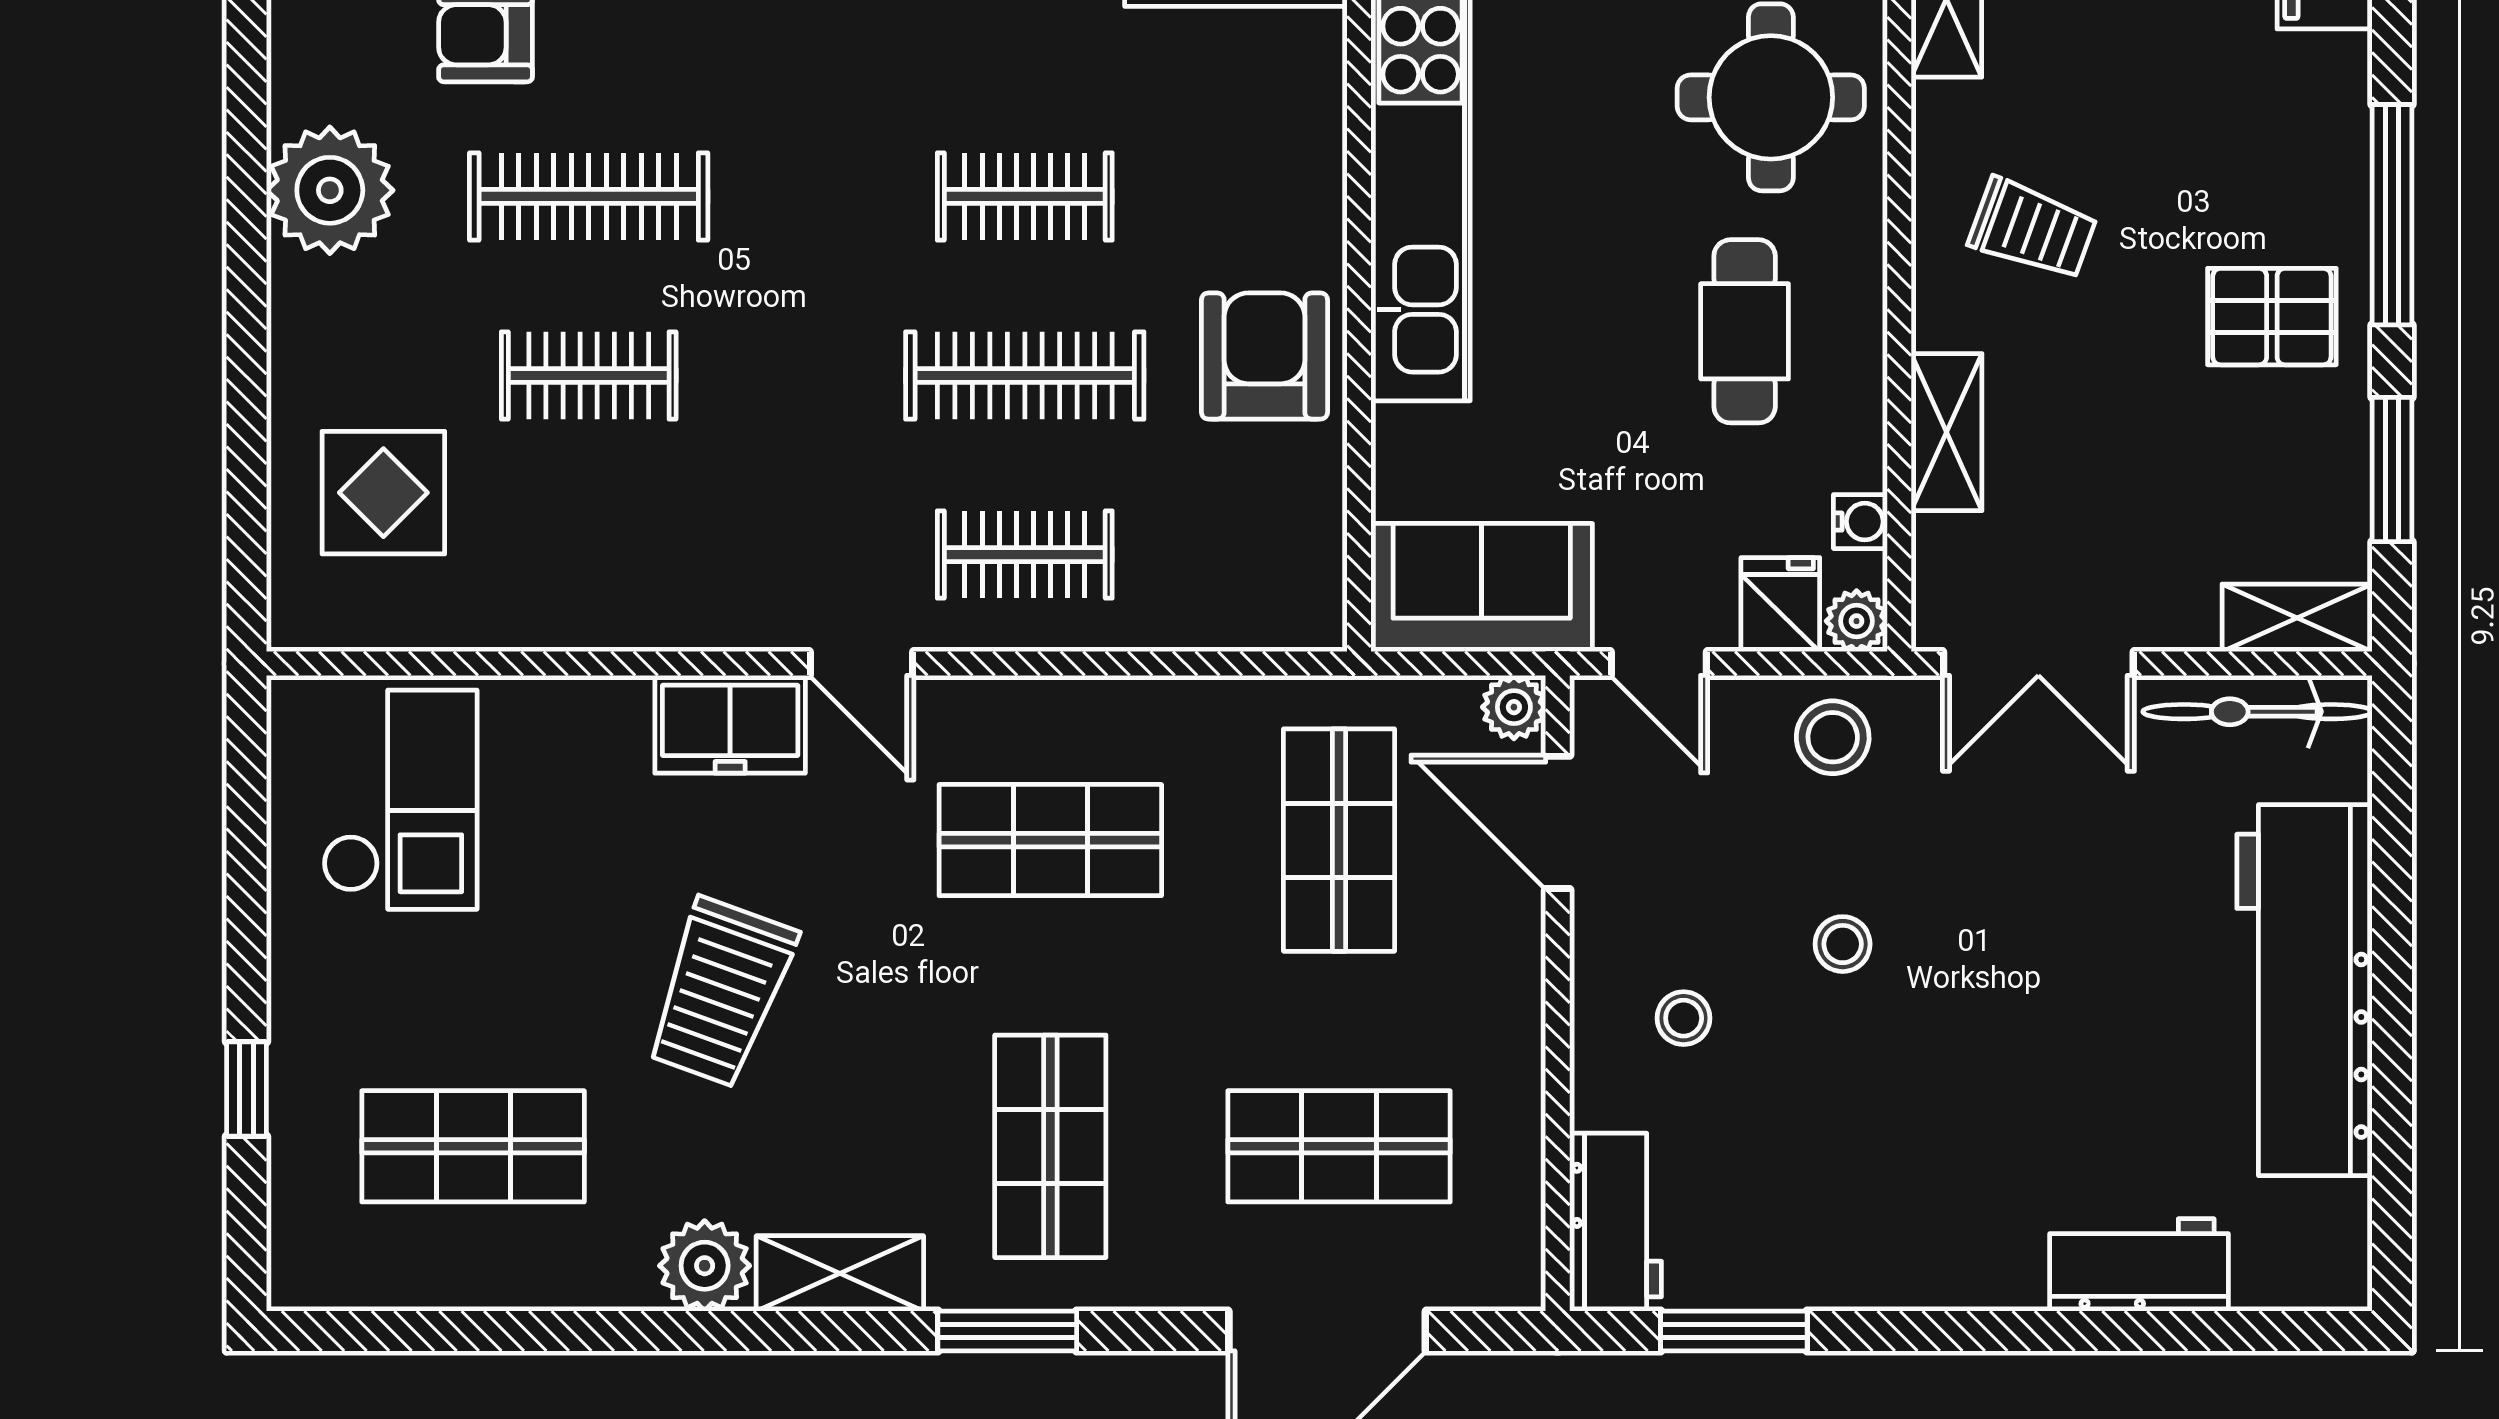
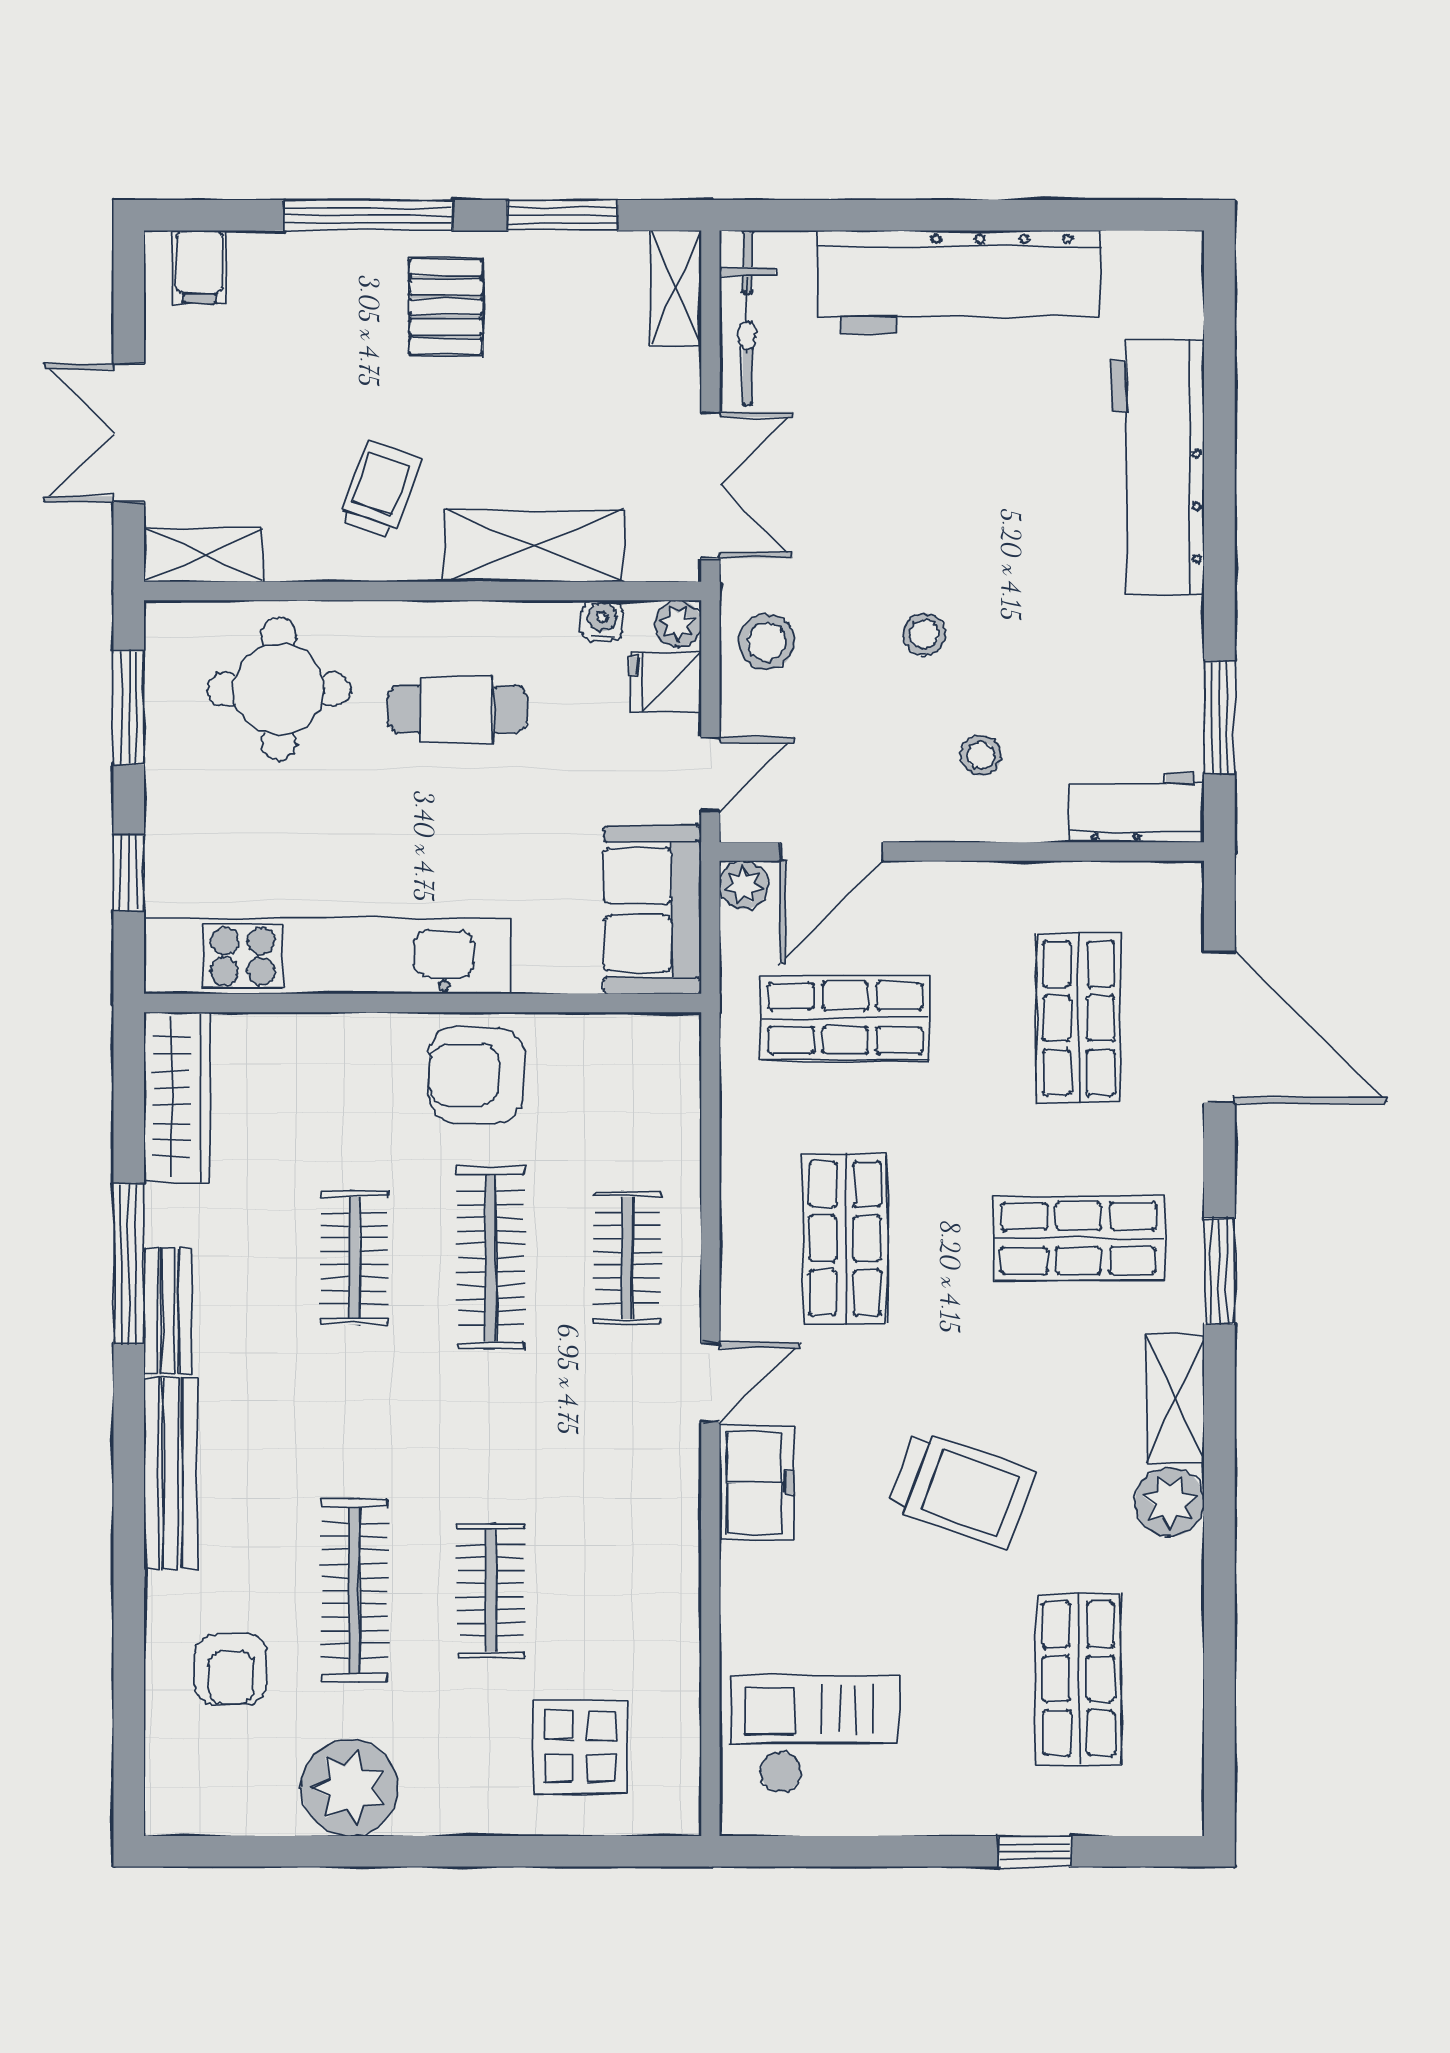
shelving: (1947, 432) -> (534, 546), width x1.50, depth x1.33
workbench: (2139, 1265) -> (1158, 468), width x1.88, depth x1.32

